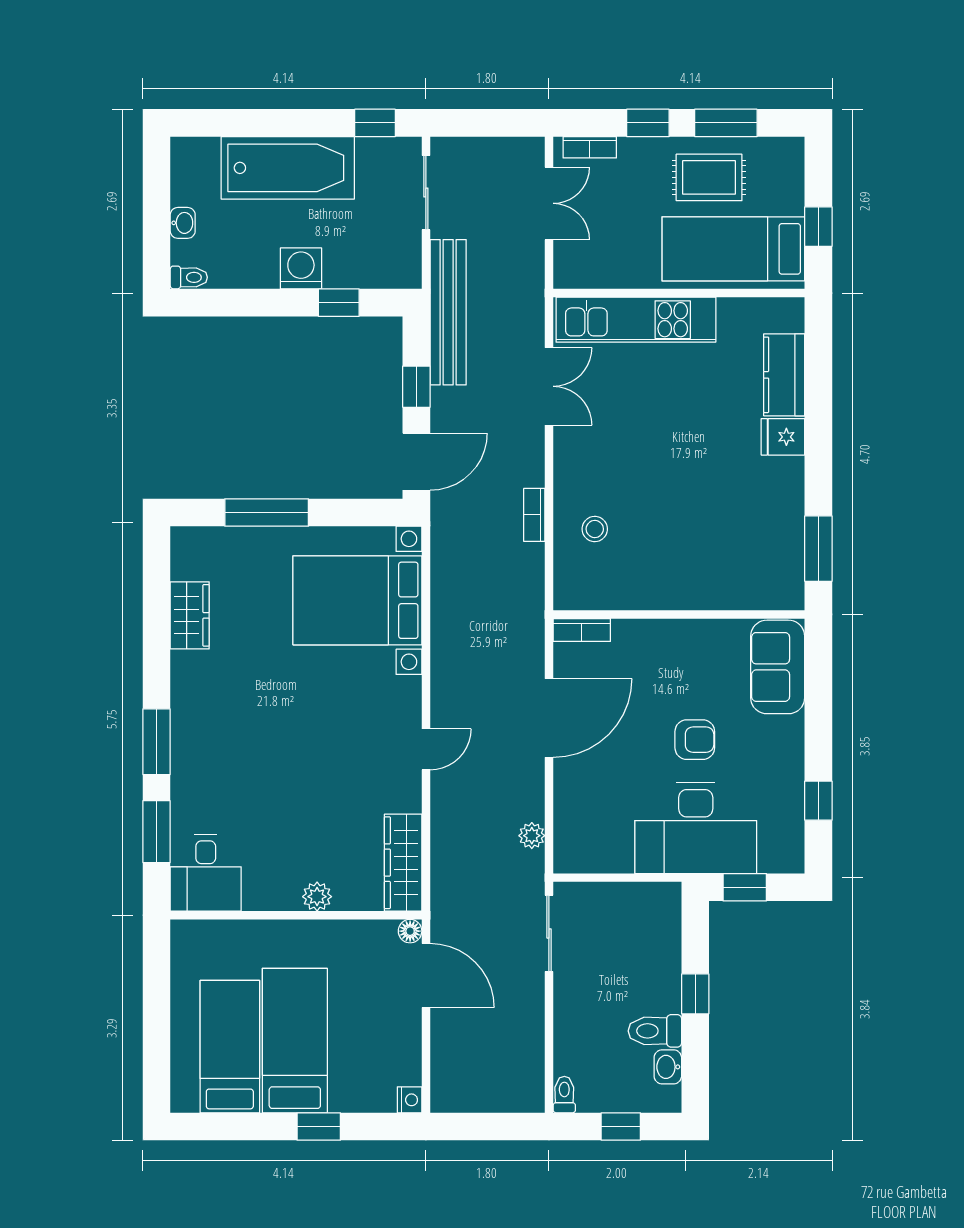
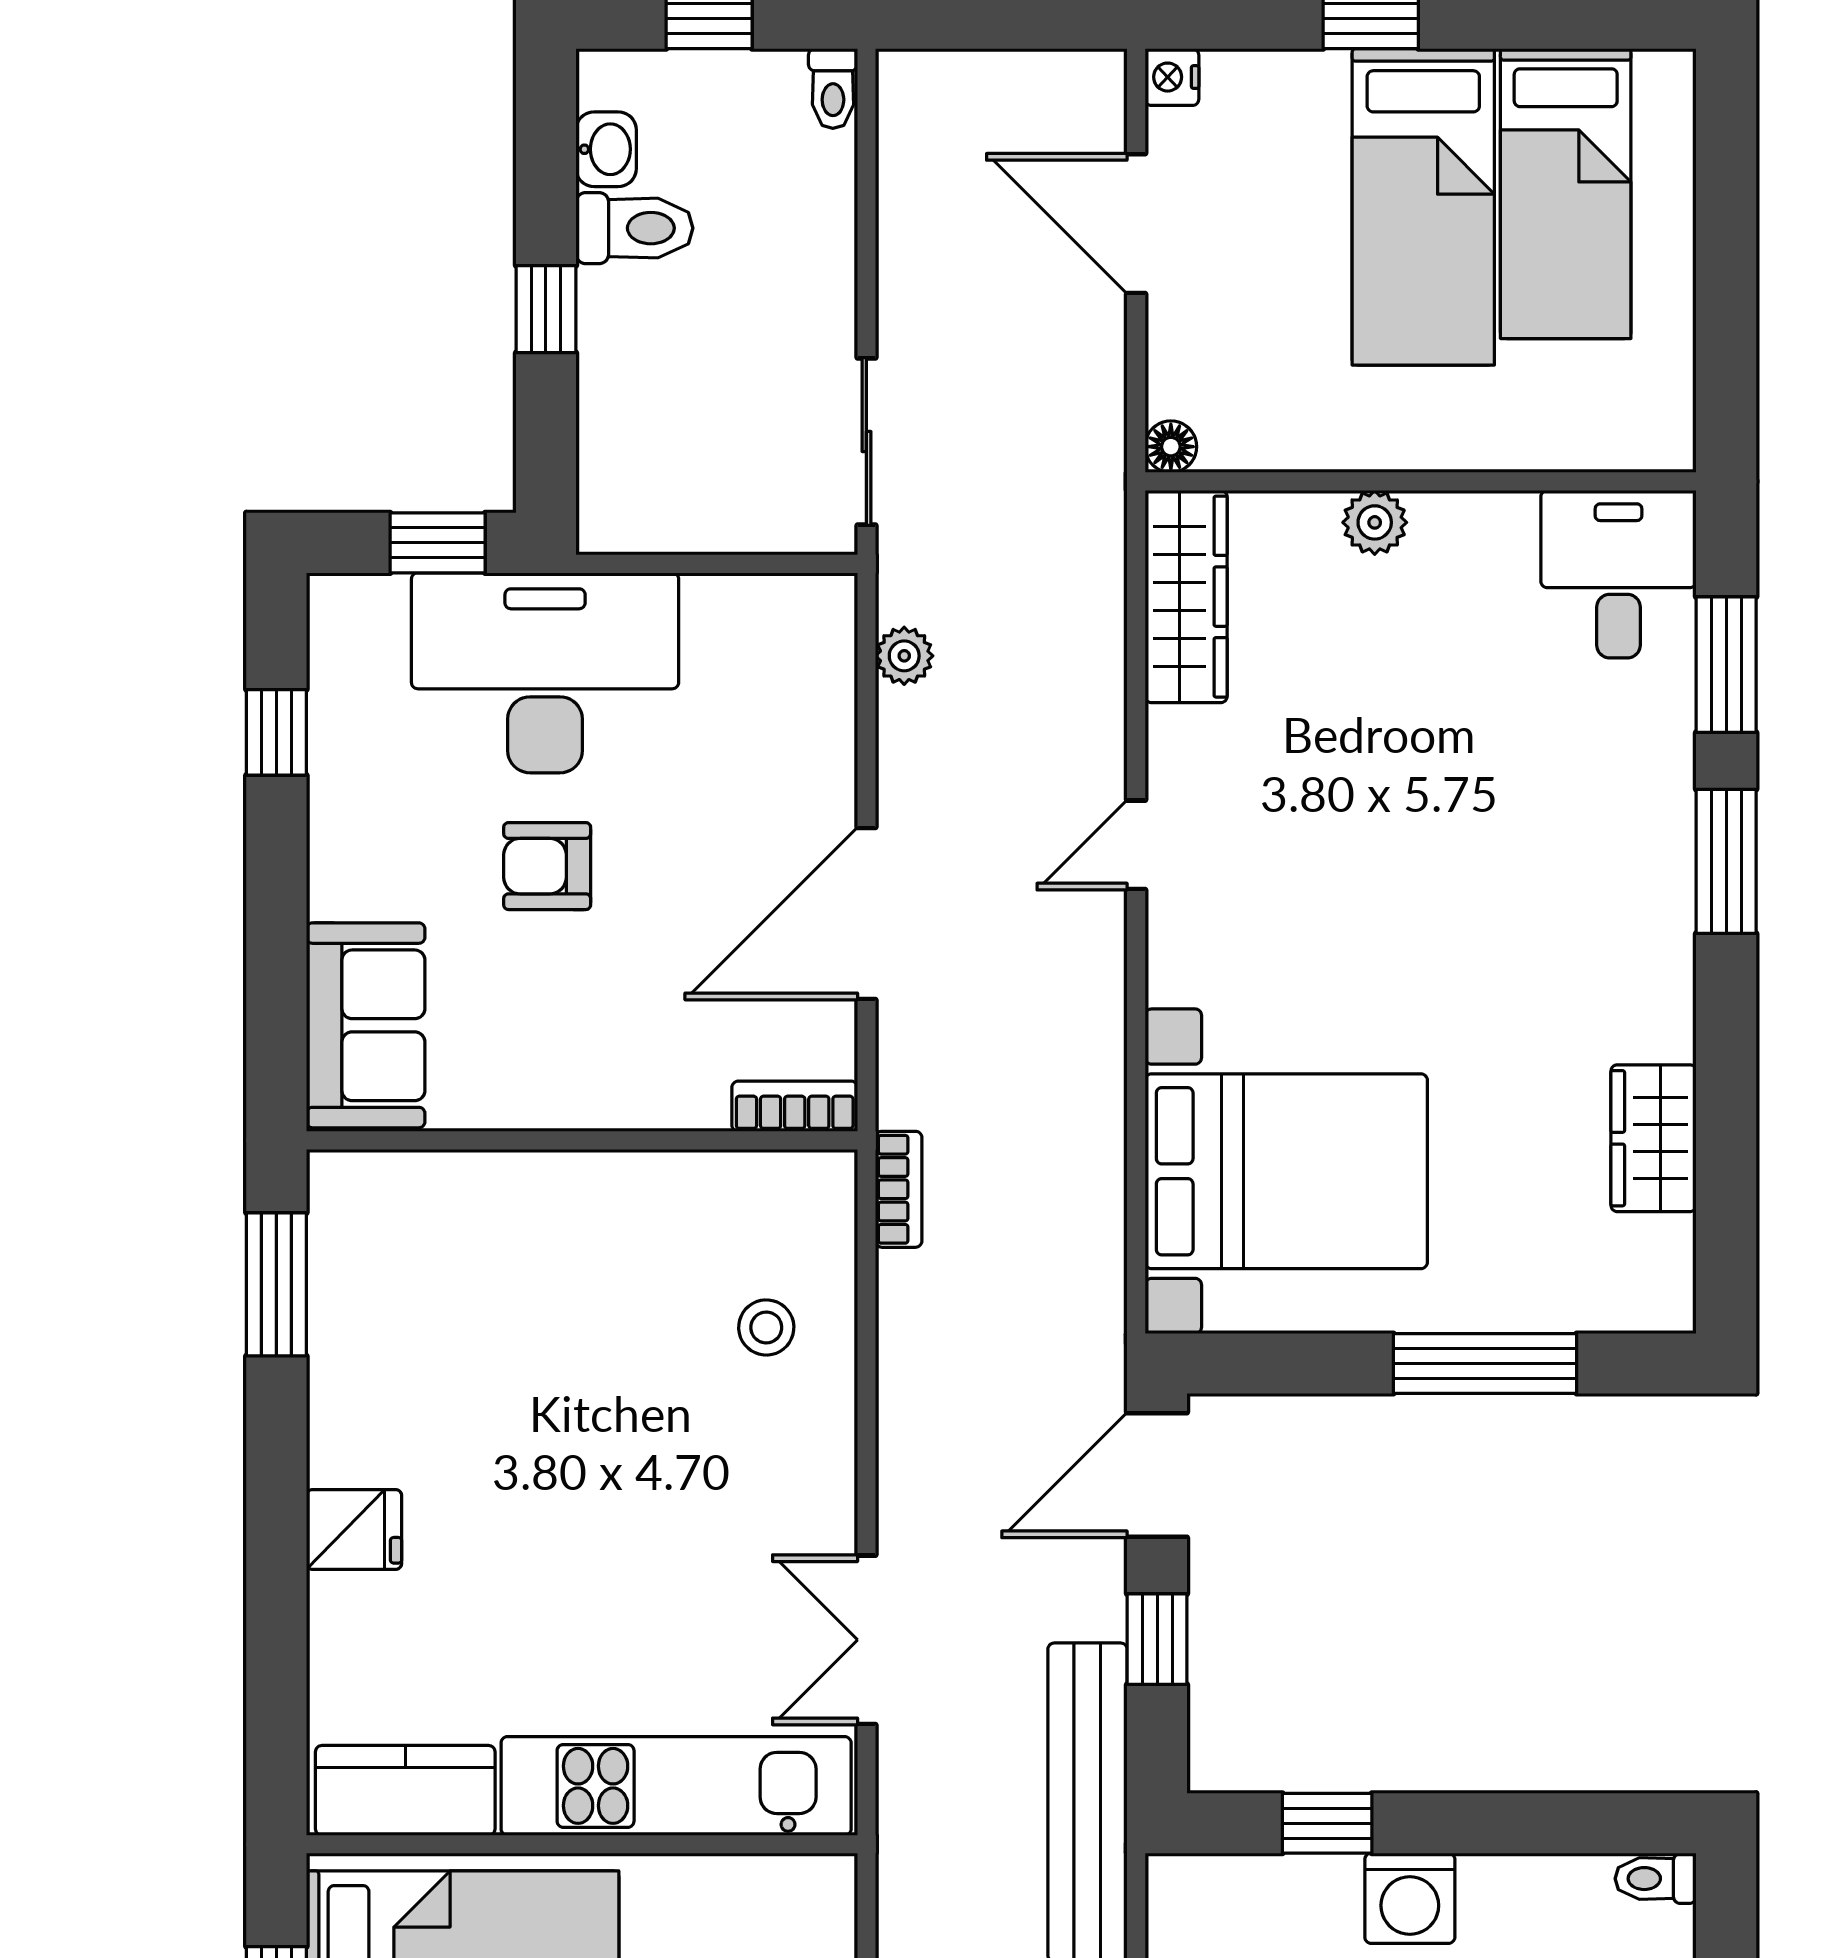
kitchen counter: (784, 375) -> (405, 1790), moved, turned -90
bookcase: (534, 515) -> (899, 1189), moved
door: (426, 976) -> (1136, 224), moved

